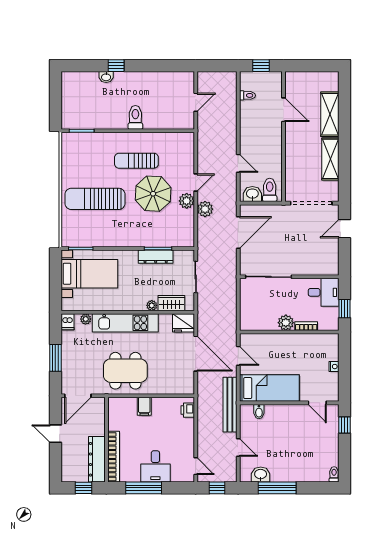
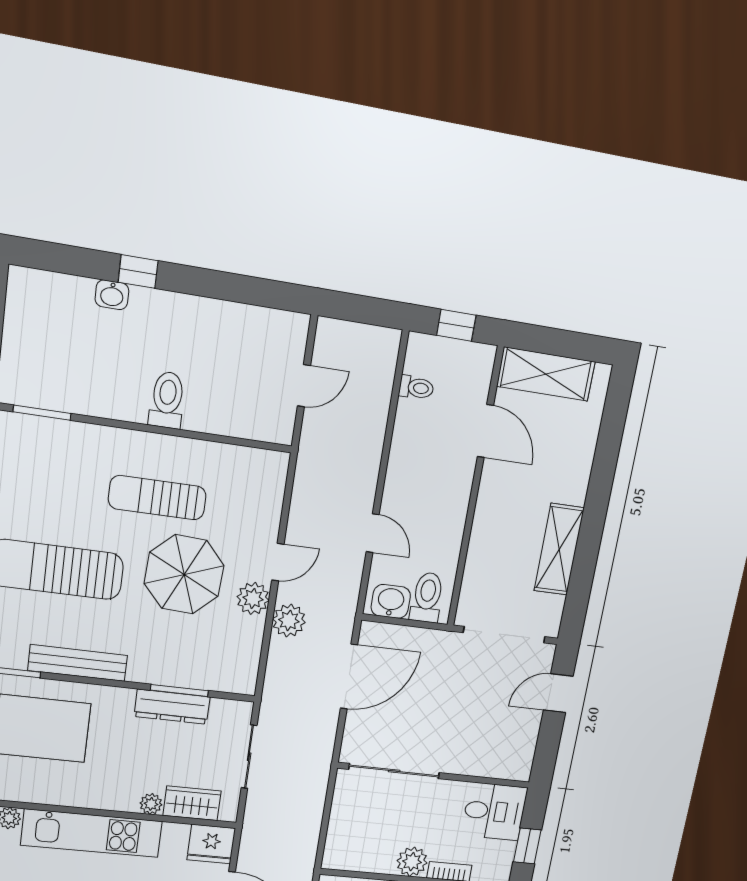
shelving: (330, 114) -> (546, 374), moved, turned 90
bench: (109, 241) -> (78, 663), added

